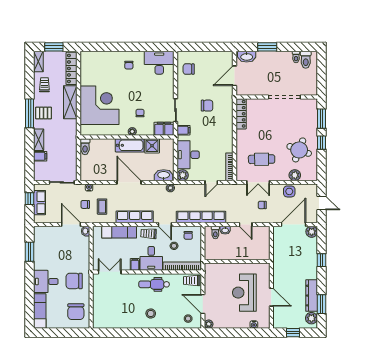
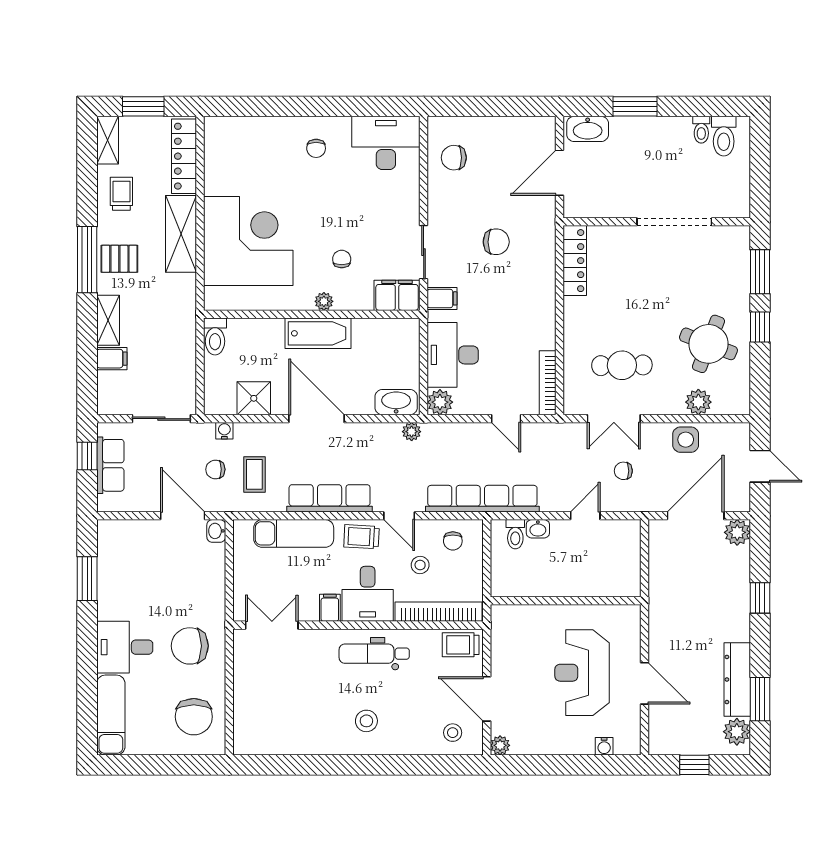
shower: (152, 146) -> (254, 398), moved
door: (211, 182) -> (506, 419), hinge flipped
door: (246, 225) -> (585, 516), swing flipped

